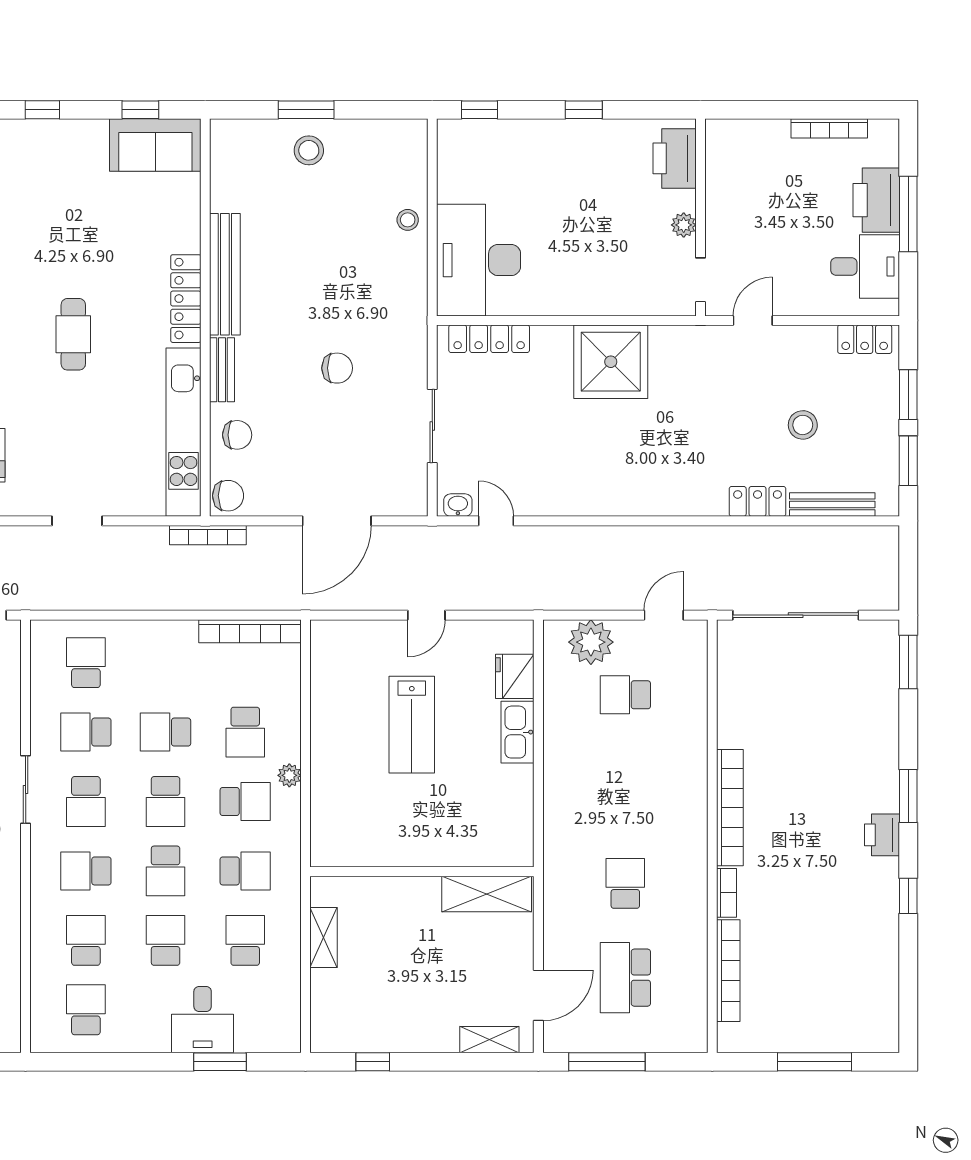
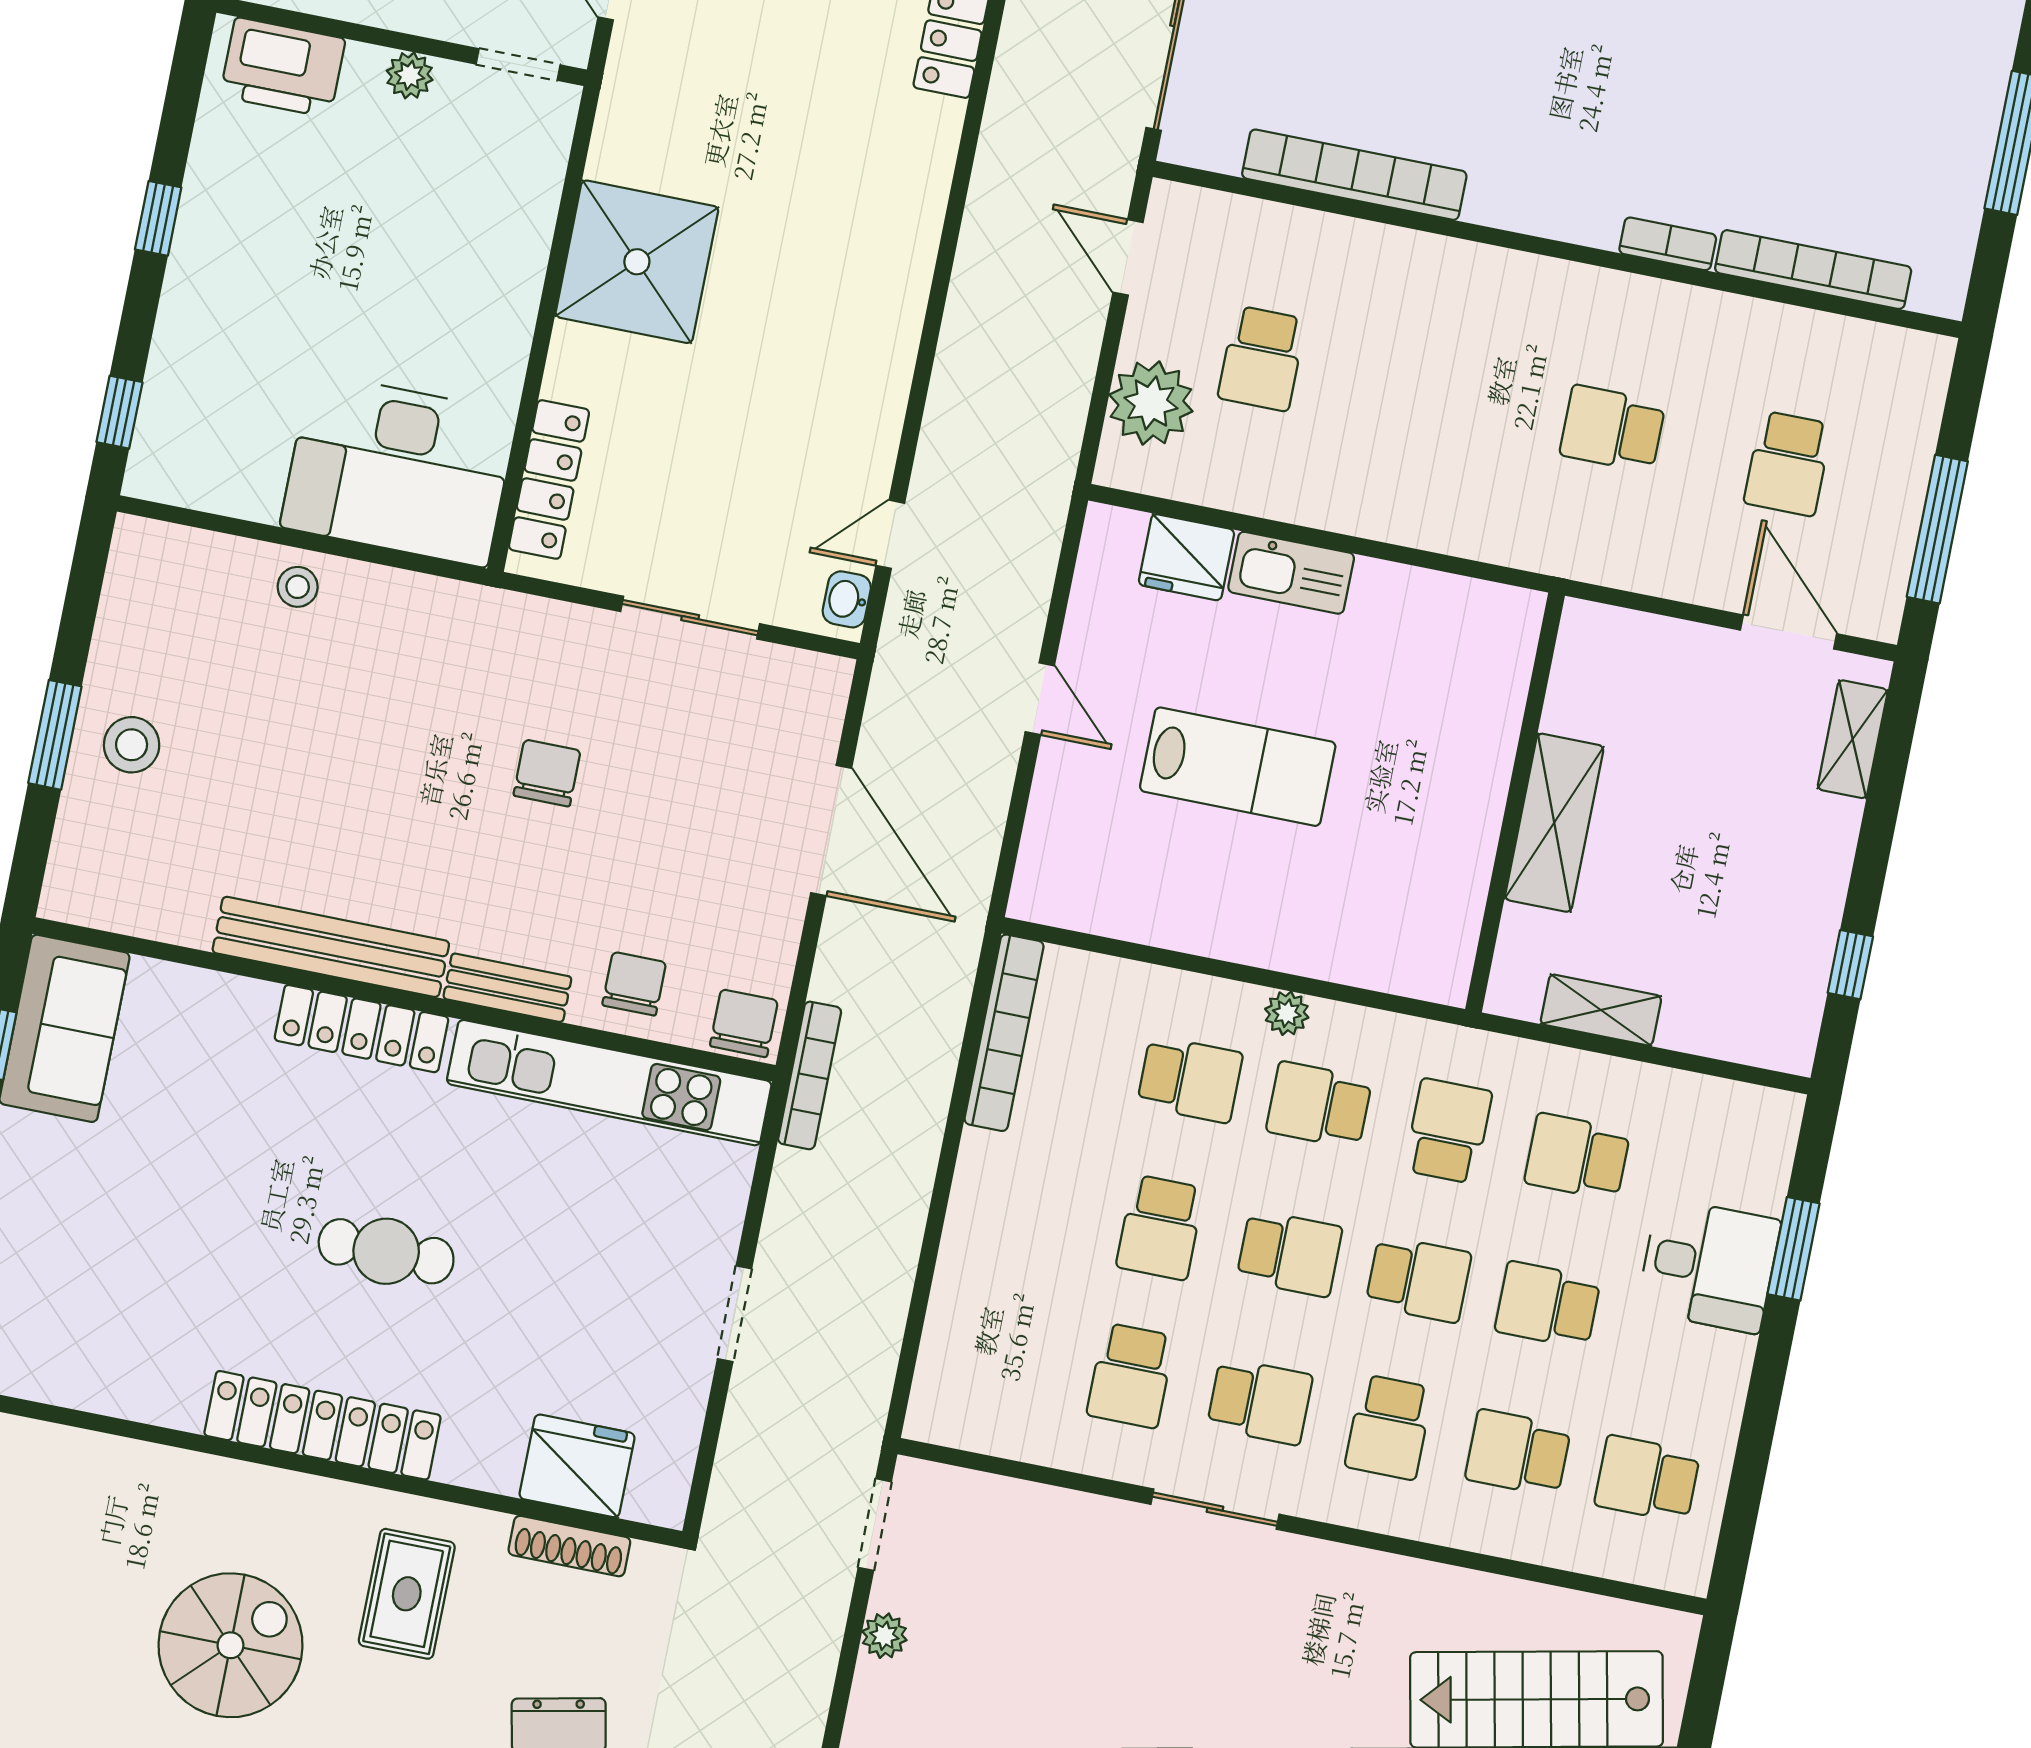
school desk: (86, 663) -> (1002, 1350), removed
school desk: (245, 802) -> (1319, 1105), turned -90
bookcase: (730, 808) -> (1354, 175), moved
shelving: (487, 894) -> (1554, 823), moved
school desk: (625, 978) -> (1788, 464), width x0.54

